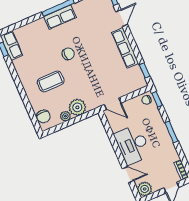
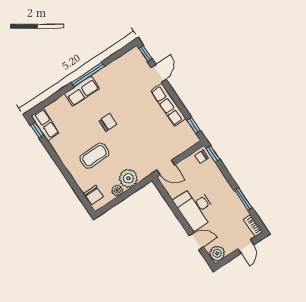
row of seats: (60, 17) -> (82, 91), moved
window: (171, 132) -> (243, 199), moved

